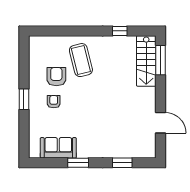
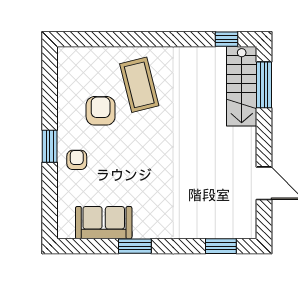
window: (120, 31) -> (226, 39), moved
armchair: (54, 102) -> (77, 160), moved
window: (122, 163) -> (221, 246), moved

